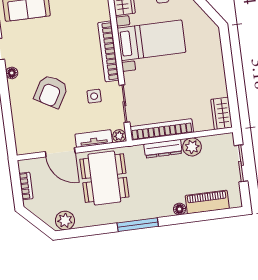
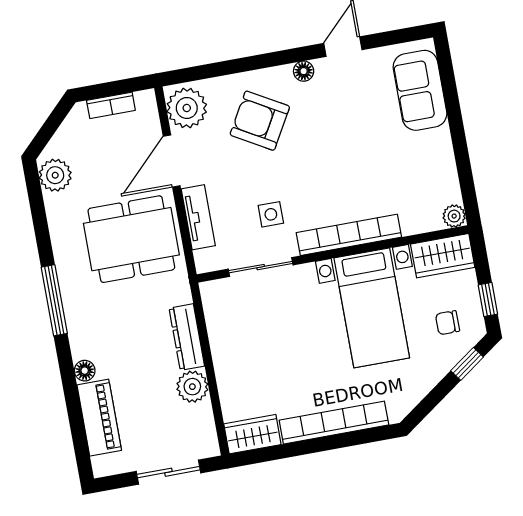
armchair: (51, 91) -> (260, 121), moved
bookcase: (162, 130) -> (334, 423), moved, turned -90
plant: (119, 136) -> (187, 108), moved, width x1.87, depth x1.87

